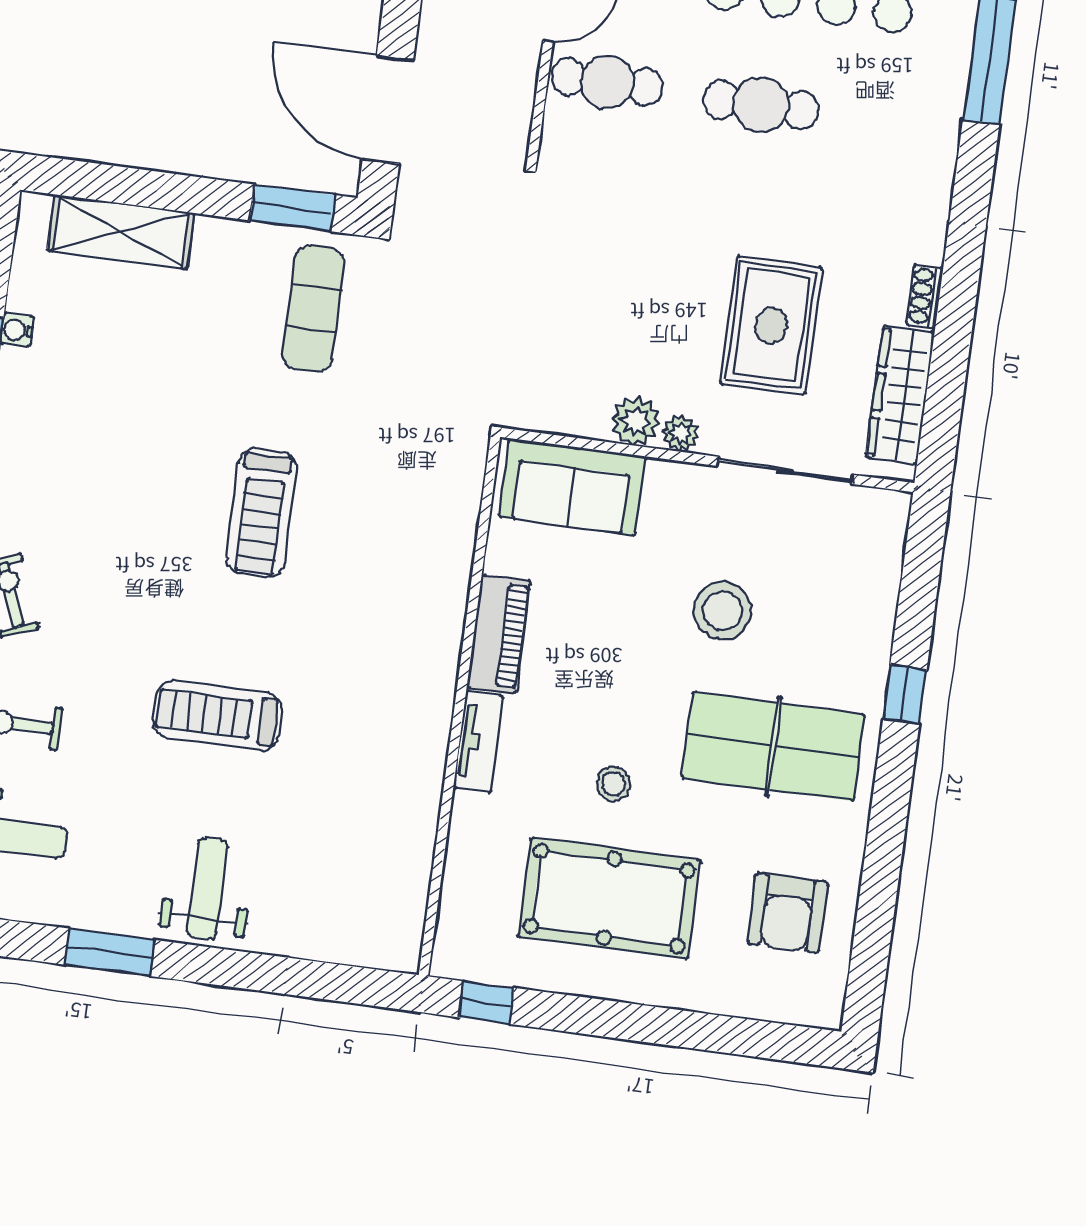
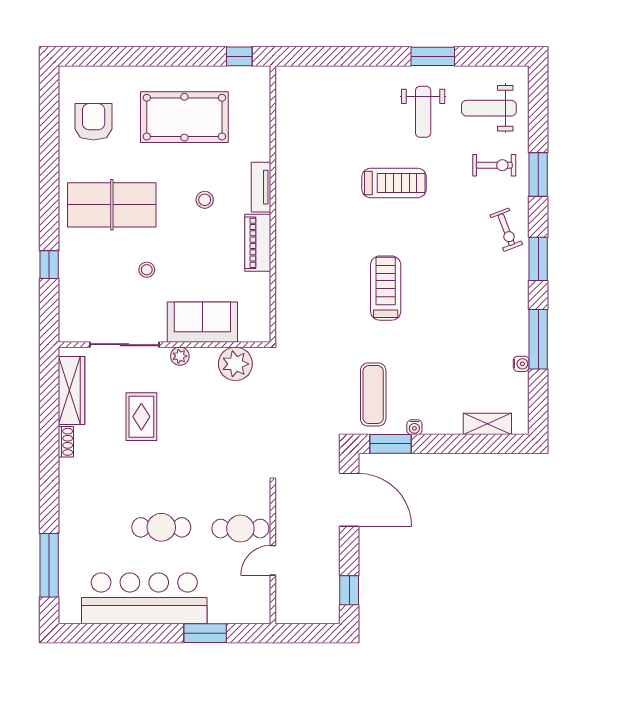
shelving: (121, 232) -> (487, 424), width x0.67, depth x0.75
water cooler: (242, 234) -> (414, 427), added
rug: (771, 326) -> (141, 417), width x0.73, depth x0.70
plant: (636, 421) -> (235, 364), moved, width x1.36, depth x1.36
sofa: (572, 487) -> (202, 322), moved
stool: (722, 611) -> (147, 270), width x0.53, depth x0.53
window: (905, 694) -> (49, 265), moved
stool: (613, 784) -> (205, 200), moved
weight bench: (207, 888) -> (423, 112), moved

